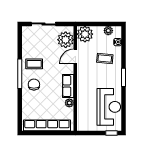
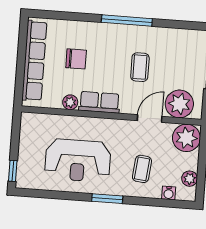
door: (75, 56) -> (150, 118), hinge flipped
coffee table: (34, 64) -> (140, 67), moved
chair: (34, 85) -> (76, 59), moved
reception desk: (109, 107) -> (78, 160), moved

